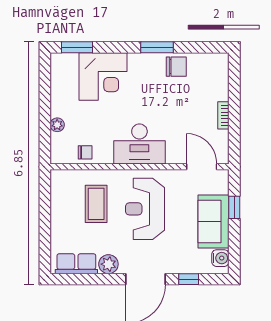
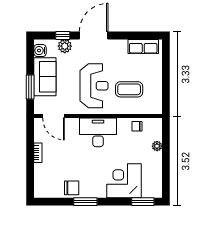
chair: (176, 67) -> (72, 188), turned 180
coffee table: (96, 204) -> (129, 89), turned 90
window: (234, 207) -> (30, 87), width x1.50
plant: (108, 264) -> (65, 46), moved

